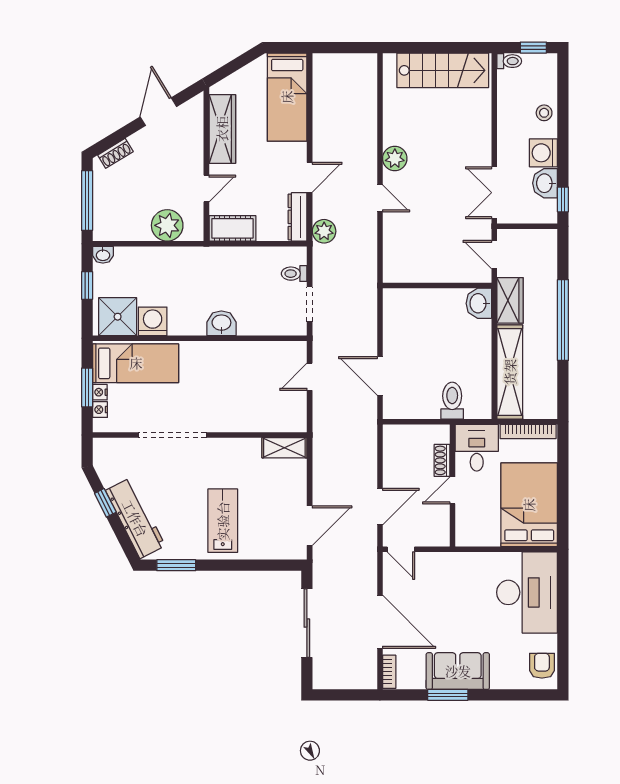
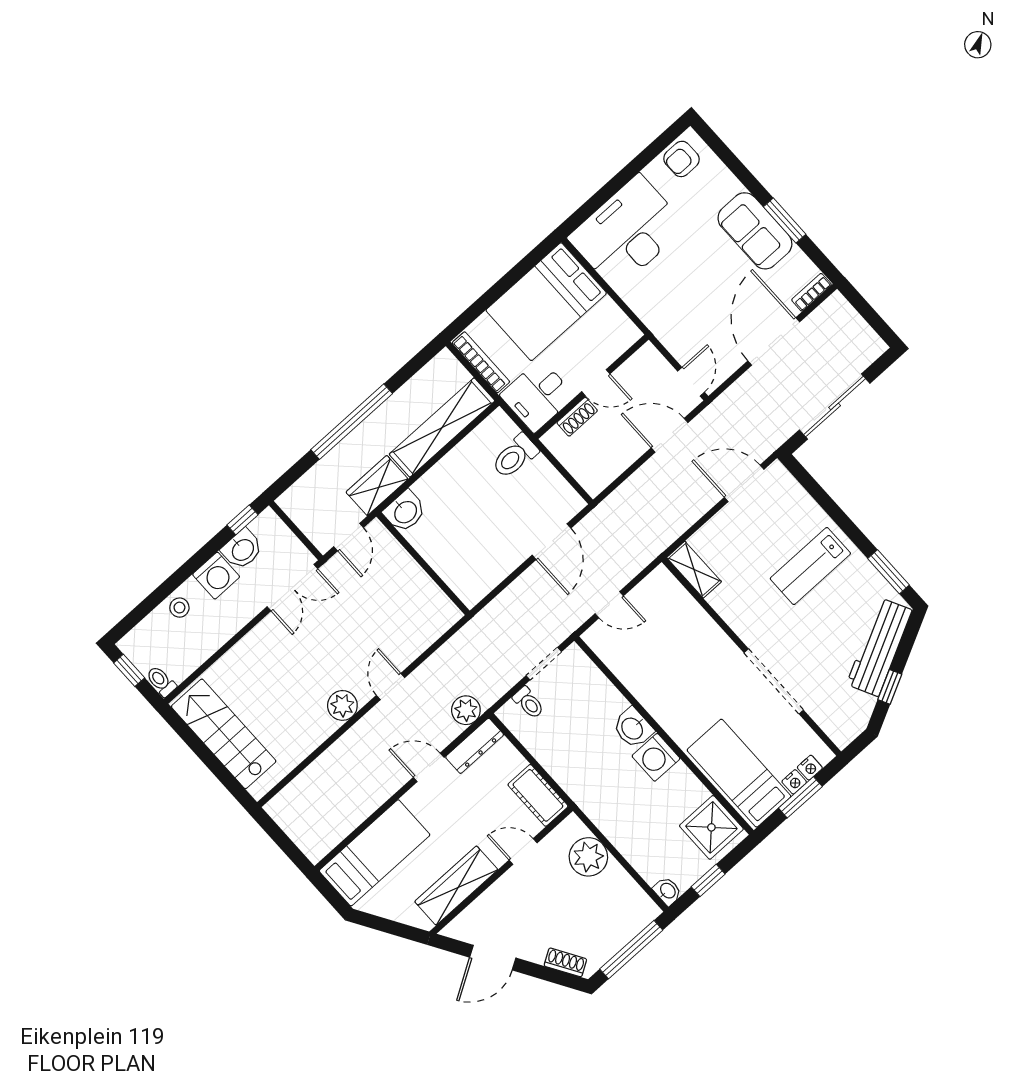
washing machine: (153, 321) -> (656, 757), moved

